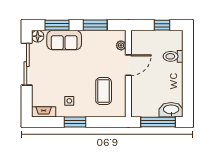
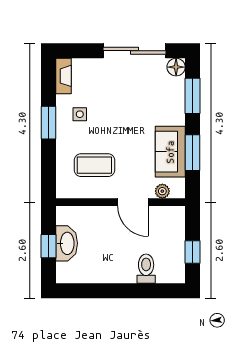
sofa: (64, 40) -> (170, 152), moved
washbasin: (171, 110) -> (67, 243), moved
window: (158, 122) -> (48, 246), width x0.46

